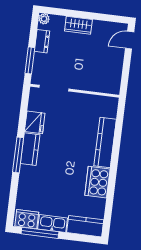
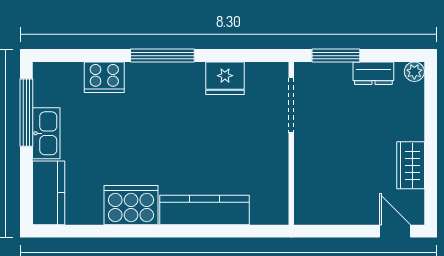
wardrobe: (78, 25) -> (411, 165), moved
kitchen counter: (30, 149) -> (175, 76), removed
cooker: (27, 219) -> (104, 77), moved, turned 90

